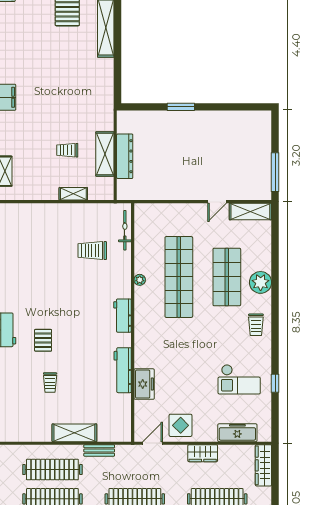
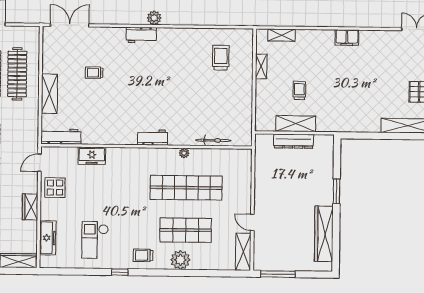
wardrobe: (229, 121) -> (324, 234), added
shelving: (73, 194) -> (261, 66), moved
bicycle: (125, 230) -> (213, 140), moved
trolley: (92, 251) -> (221, 58), moved
pallet: (43, 340) -> (132, 67), removed
workbench: (123, 370) -> (61, 137), moved
window: (275, 383) -> (120, 272), moved
door: (153, 443) -> (39, 163), swing flipped
bench: (99, 450) -> (34, 115), removed

